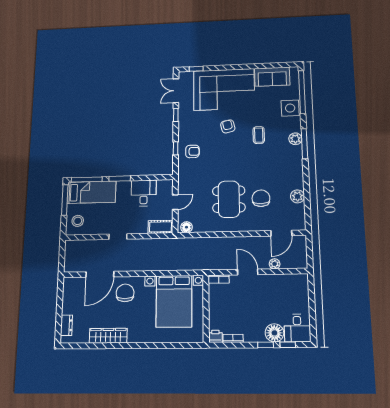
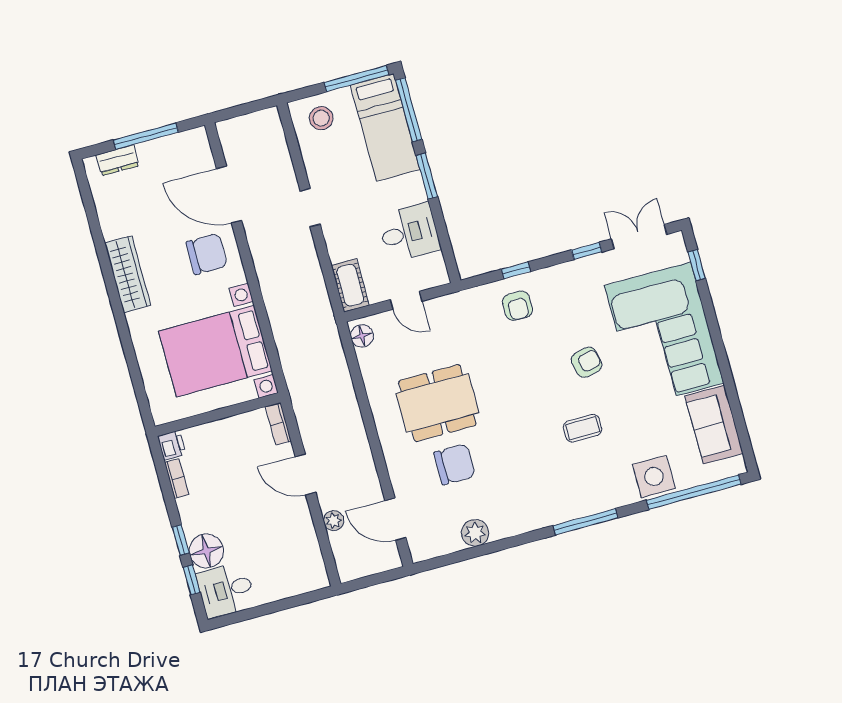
plant: (295, 139) -> (592, 502), removed
door: (248, 272) -> (306, 474), swing flipped
window: (59, 308) -> (146, 136), added
wardrobe: (108, 336) -> (128, 274), moved

